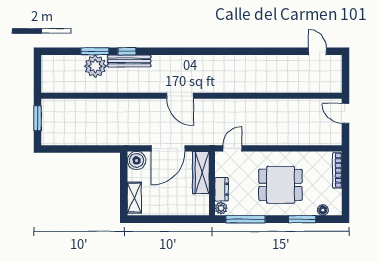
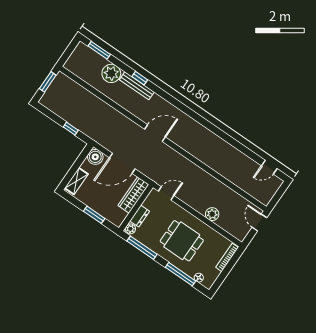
window: (95, 51) -> (99, 50), moved
door: (317, 51) -> (269, 167), swing flipped
door: (180, 96) -> (155, 133), swing flipped
plant: (293, 137) -> (212, 214), added
window: (93, 149) -> (71, 129), added
window: (175, 219) -> (94, 215), added
window: (302, 219) -> (180, 274), width x1.44

